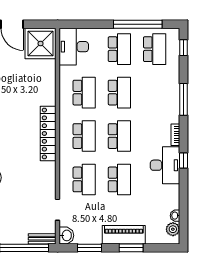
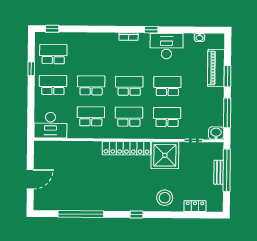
window: (138, 24) -> (31, 69), width x0.32
shower: (41, 44) -> (165, 155), moved
window: (184, 99) -> (98, 29), removed
desk: (165, 165) -> (166, 46), moved
plant: (173, 229) -> (211, 40), removed
piano: (124, 235) -> (216, 68), moved
bench: (42, 239) -> (219, 172), moved
window: (90, 248) -> (227, 113), width x1.44

